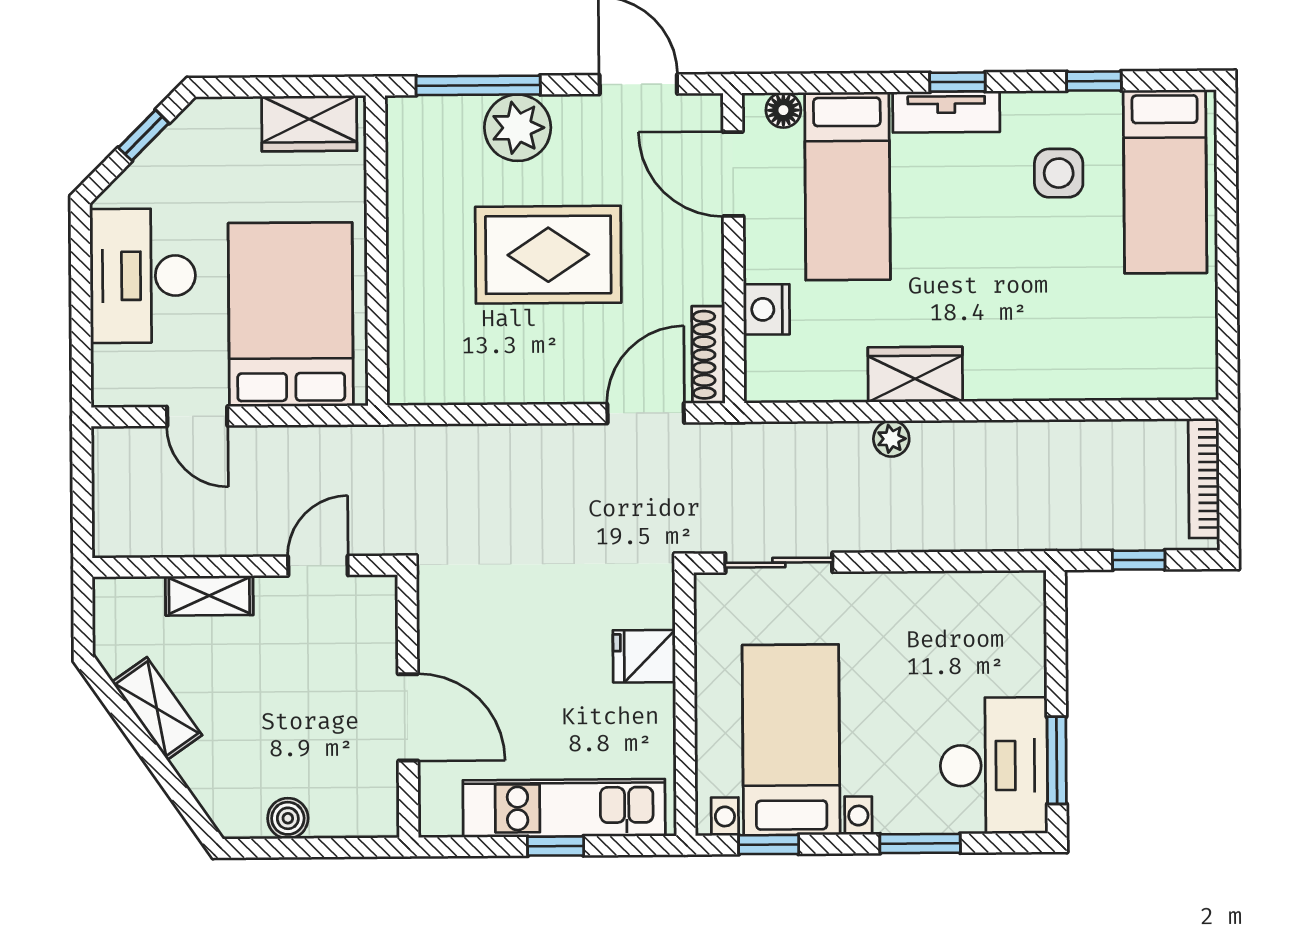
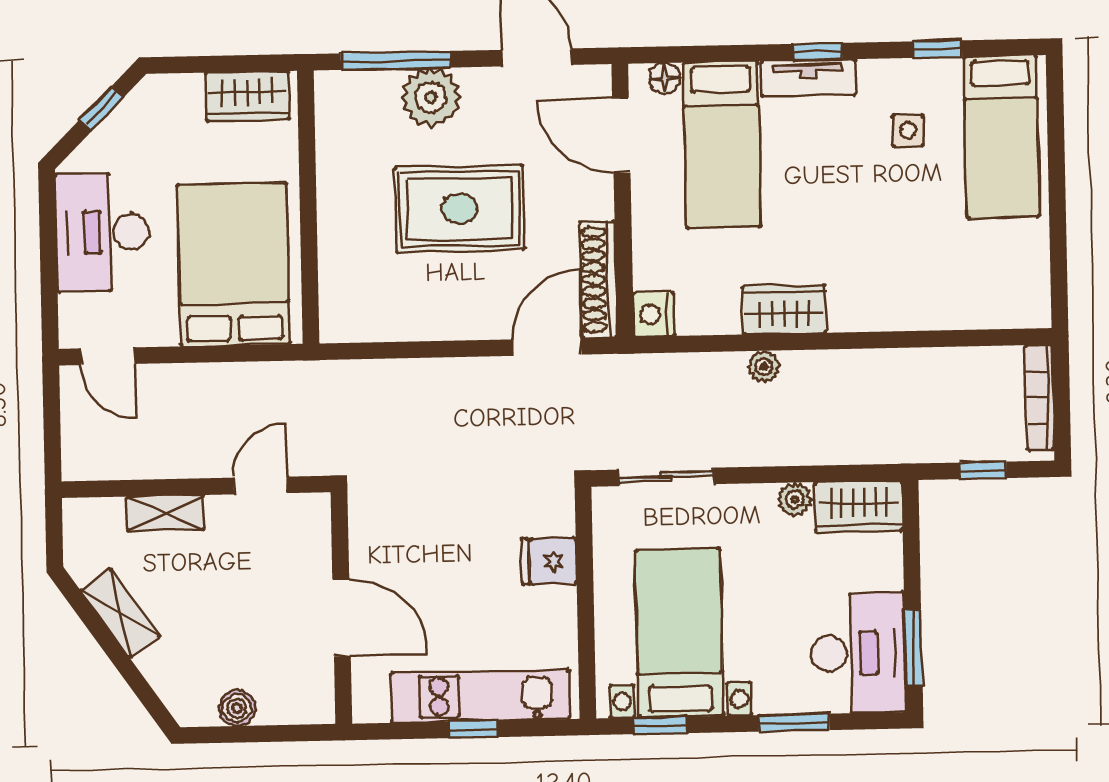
side table: (1059, 173) -> (908, 130), width x0.73, depth x0.73
nightstand: (767, 309) -> (654, 314), moved
shoe rack: (708, 355) -> (598, 279), width x1.36, depth x1.24
door: (197, 416) -> (108, 356), moved
plant: (924, 590) -> (795, 499), added
wardrobe: (997, 599) -> (859, 506), added

